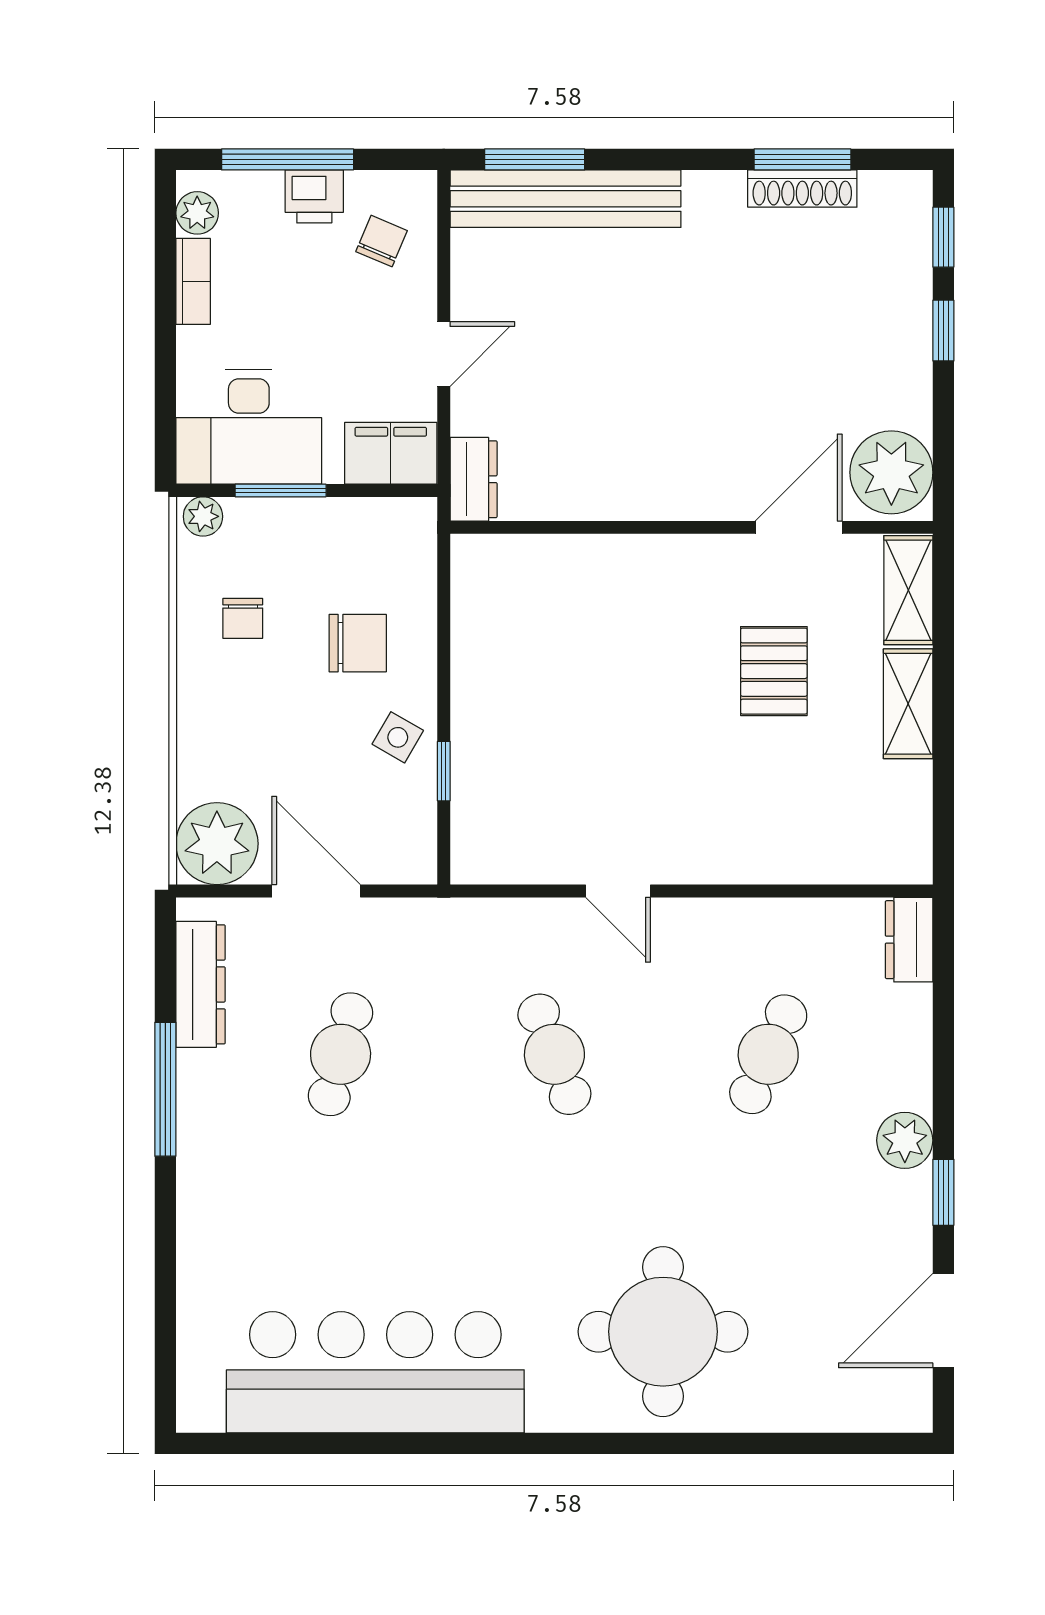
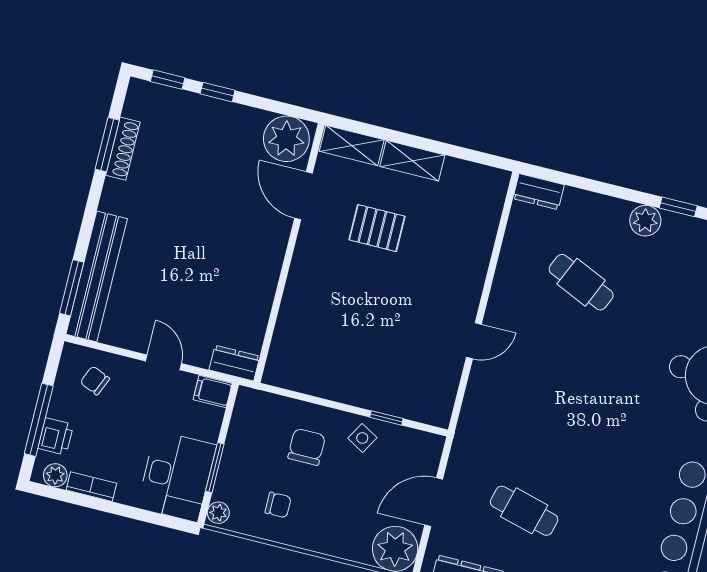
printer: (314, 196) -> (56, 436), moved
filing cabinet: (391, 453) -> (213, 392), width x0.50
cafe table: (554, 1054) -> (553, 396), removed

